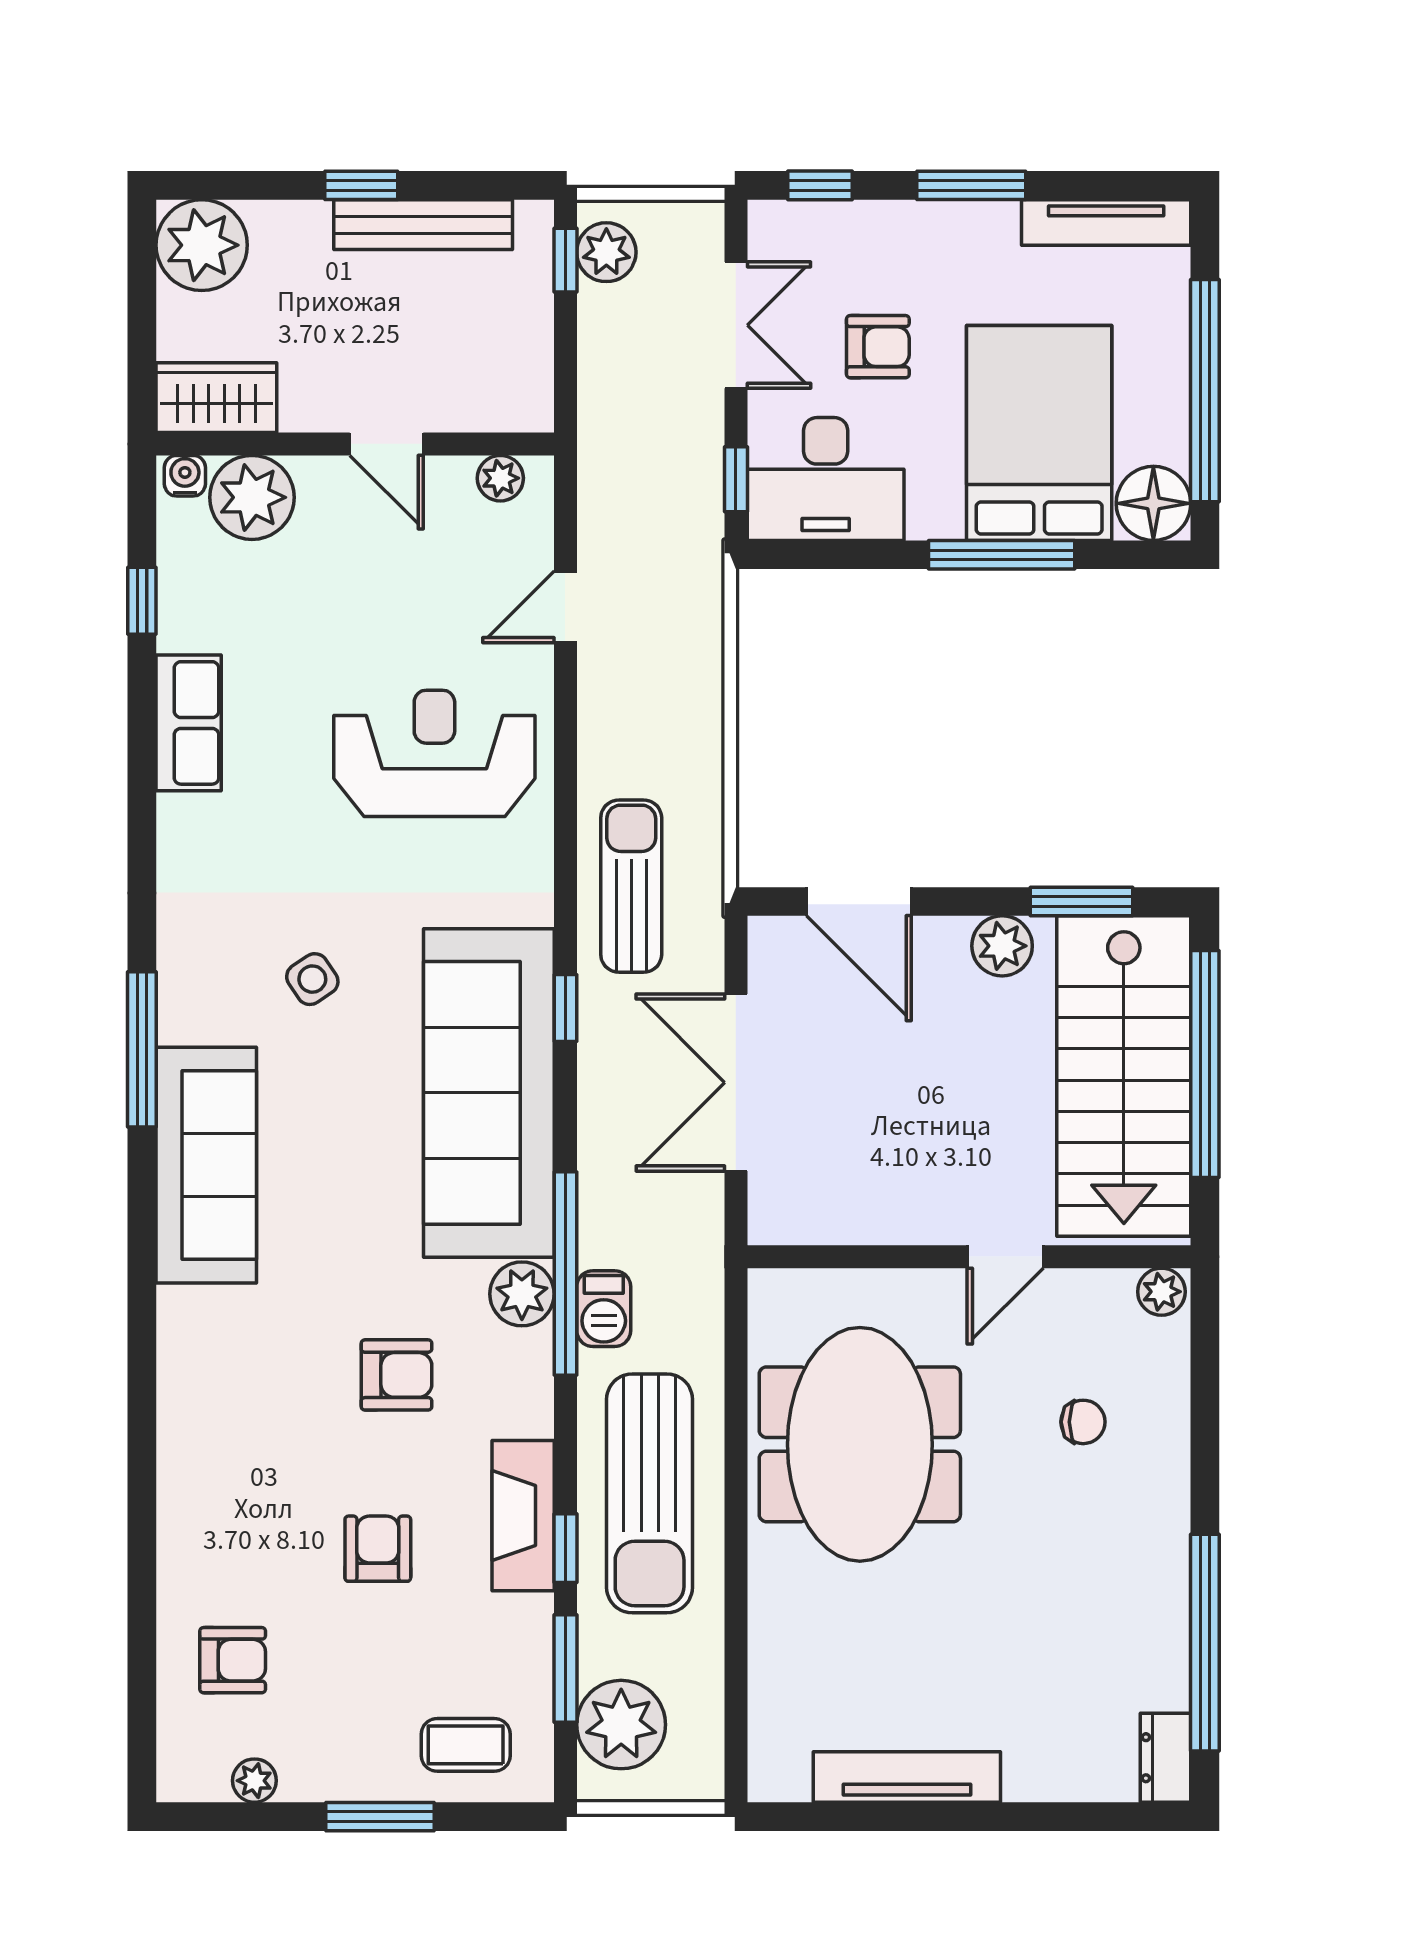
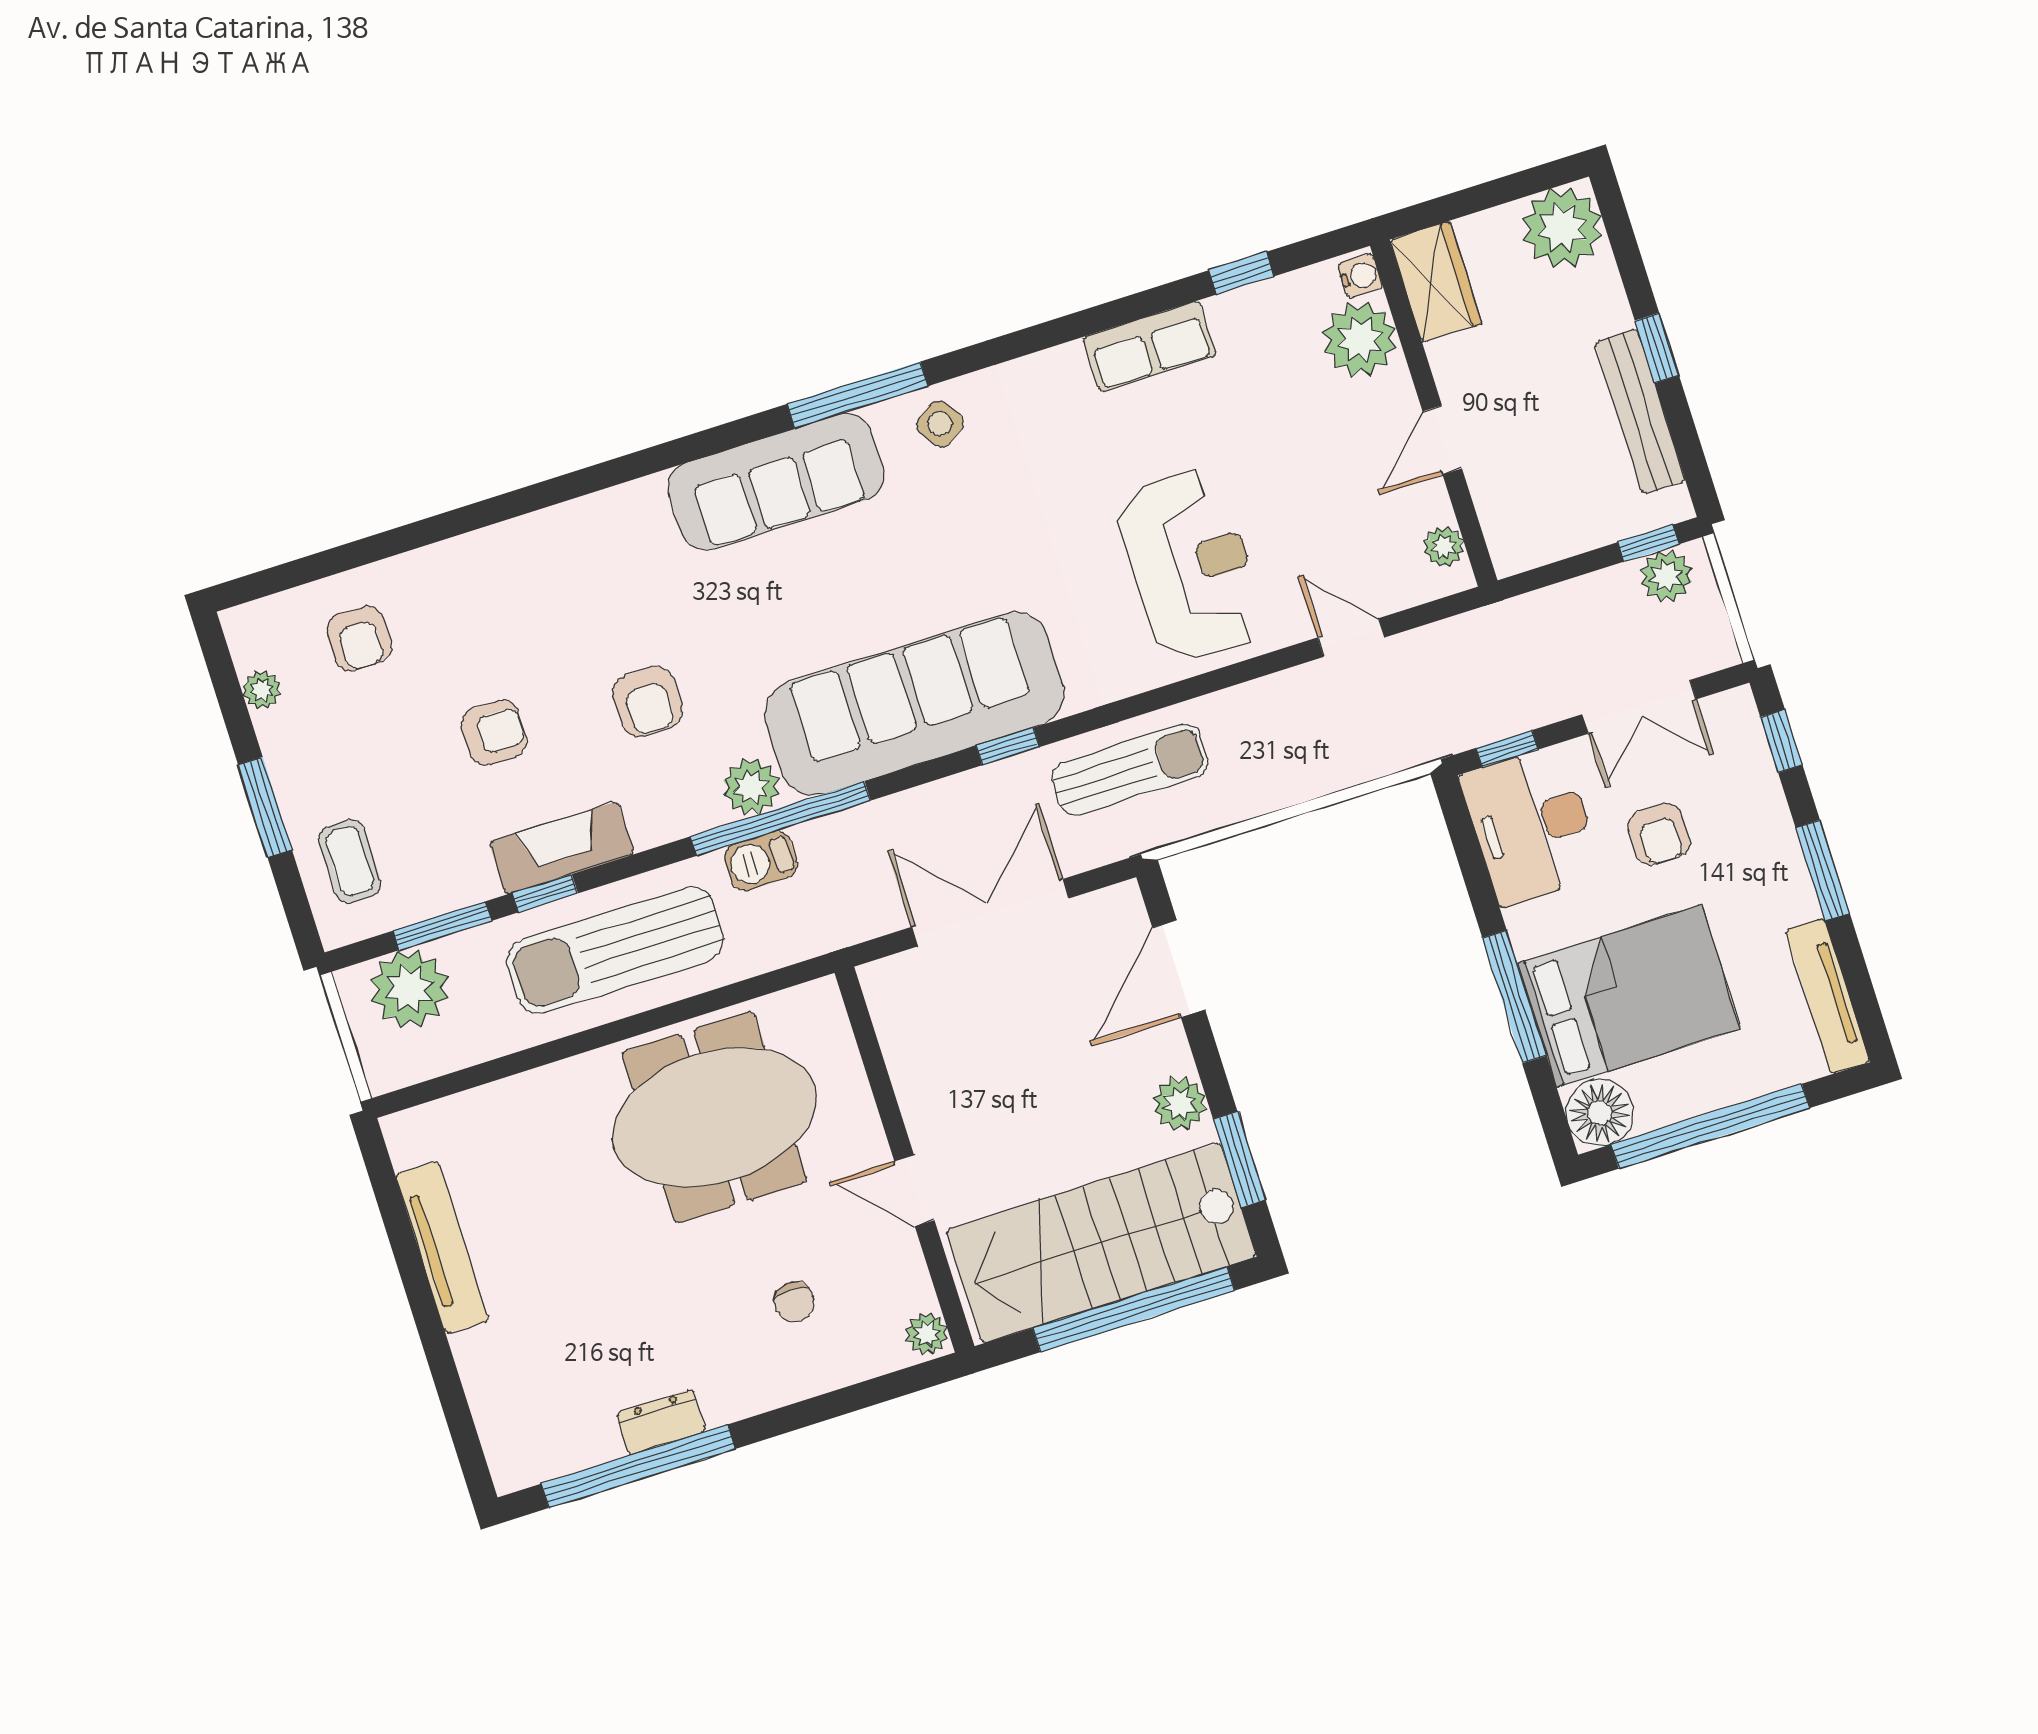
side table: (312, 979) -> (940, 424), moved
dresser: (1166, 1758) -> (661, 1422), moved

